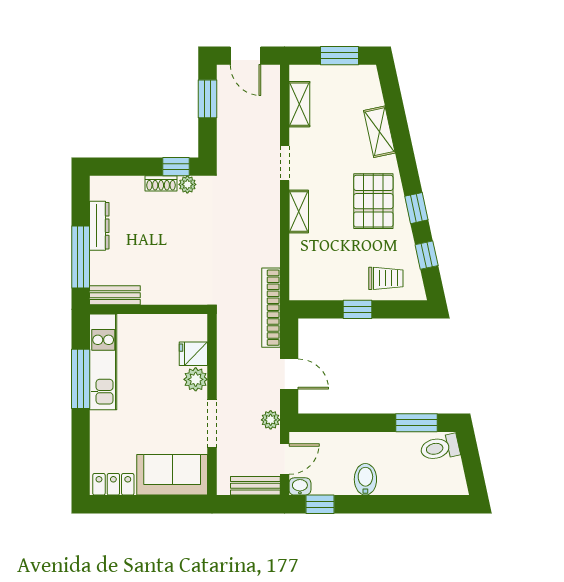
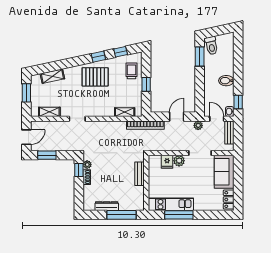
shelving: (379, 132) -> (52, 76), moved
shelving: (299, 212) -> (125, 112), moved
bench: (115, 295) -> (139, 174), moved

